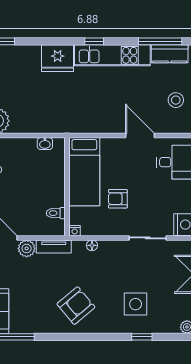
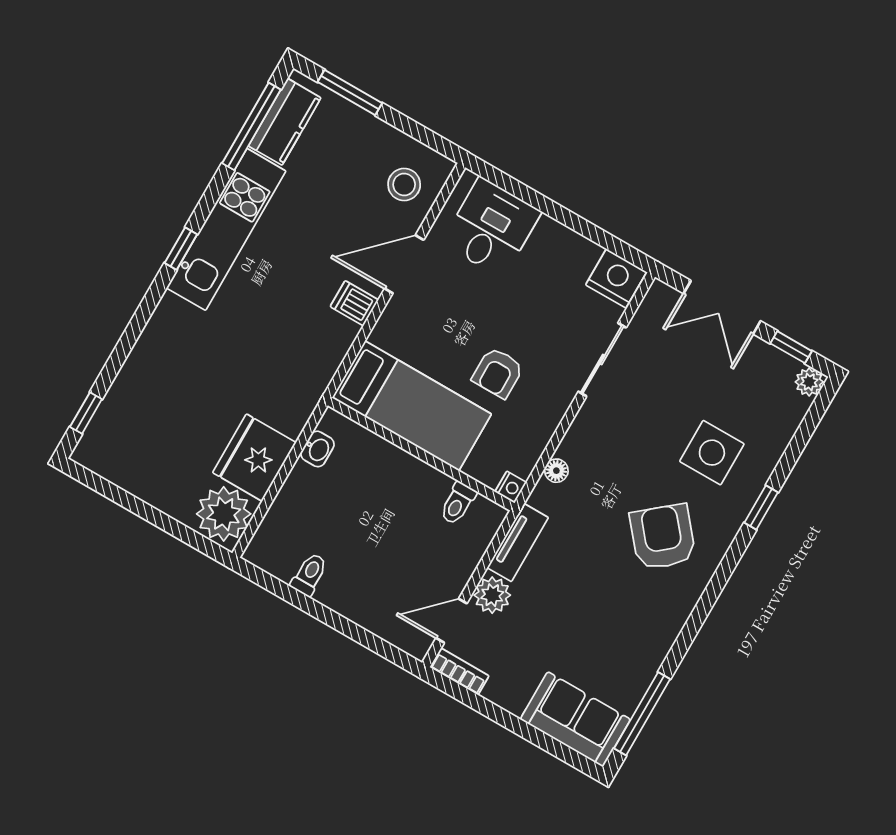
fridge: (58, 58) -> (254, 458), moved, turned 180
stool: (176, 100) -> (404, 185), moved
dishwasher: (112, 124) -> (354, 303), added
armchair: (76, 306) -> (663, 537), moved
window: (142, 337) -> (761, 508), moved

